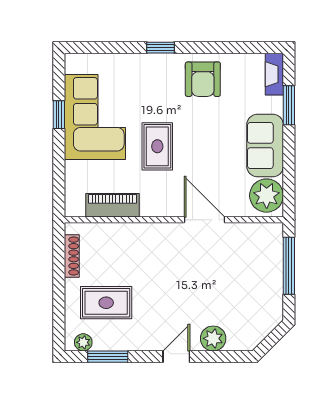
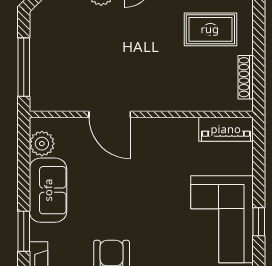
rug: (157, 146) -> (158, 189), removed
plant: (267, 196) -> (42, 144), width x0.73, depth x0.73
piano: (112, 205) -> (226, 129), moved

